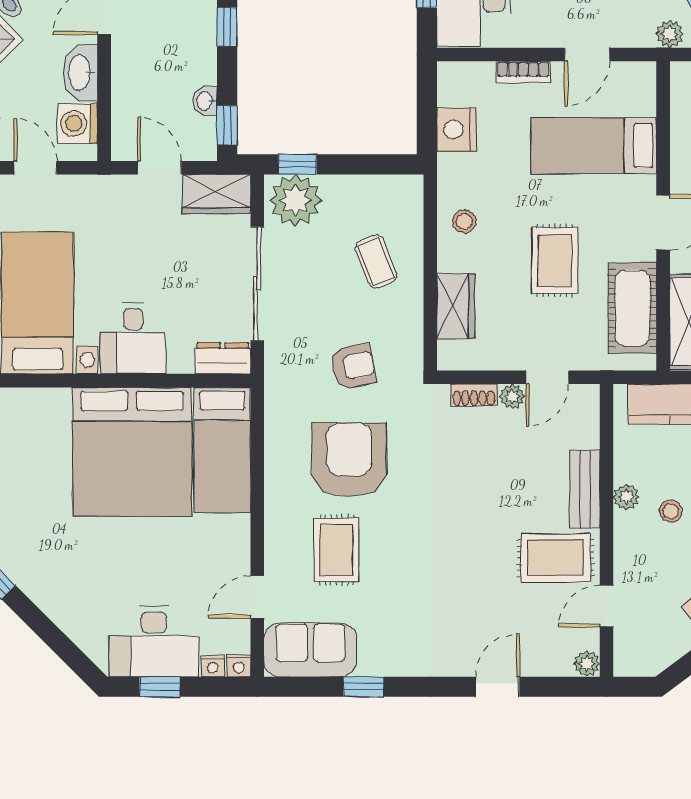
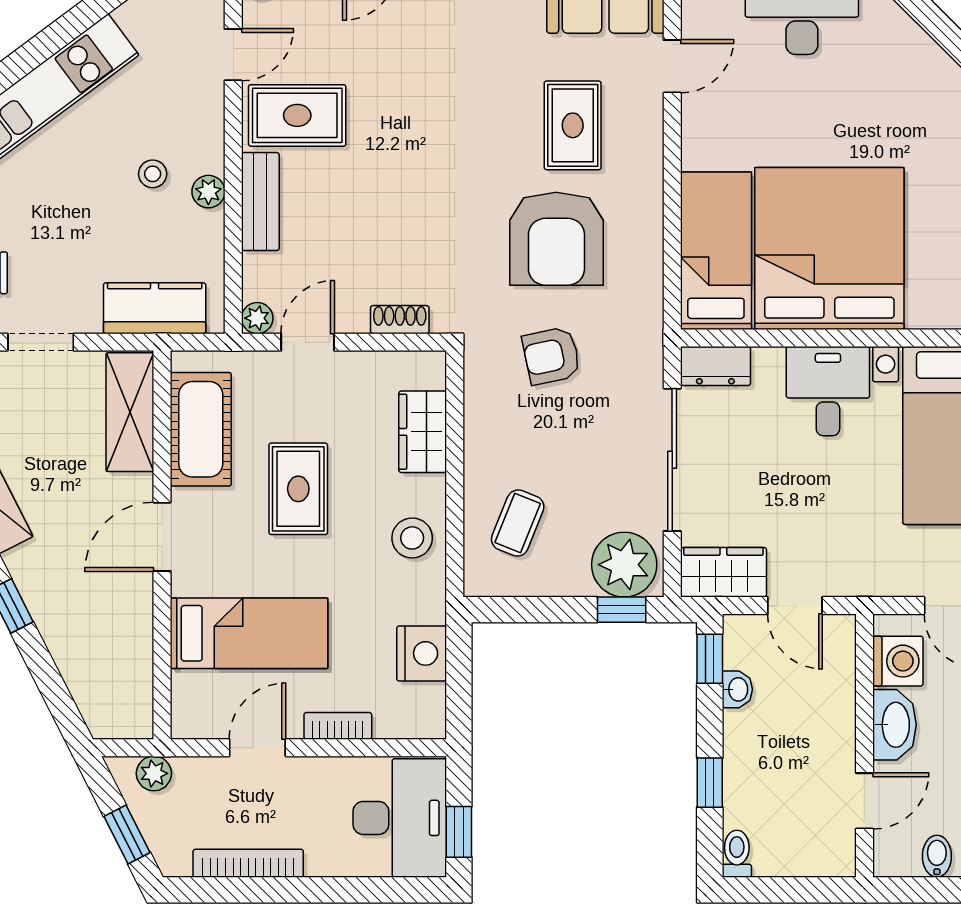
stool: (464, 221) -> (412, 538), width x1.37, depth x1.37
coffee table: (376, 262) -> (518, 523), moved, turned 43
plant: (512, 396) -> (257, 318), moved

